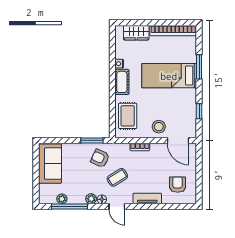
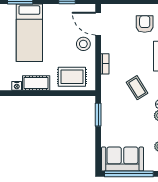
door: (178, 140) -> (98, 24), swing flipped
armchair: (100, 158) -> (117, 106), removed
window: (36, 170) -> (129, 174), added
armchair: (178, 185) -> (145, 24), turned 90

